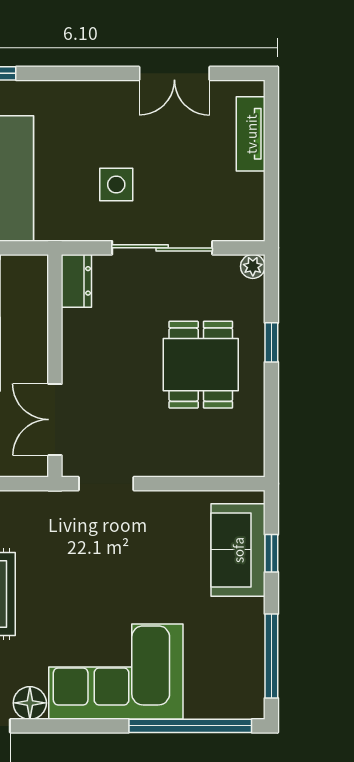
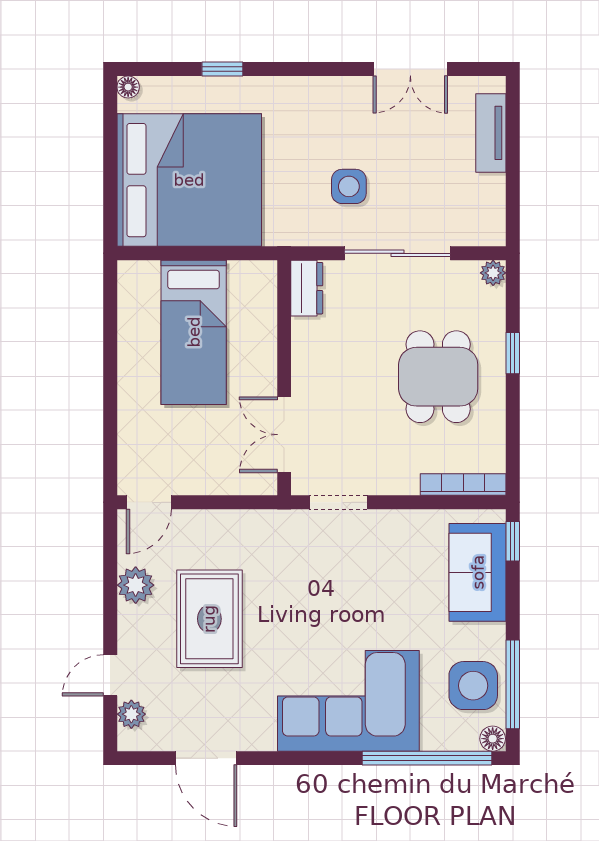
bookcase: (224, 467) -> (463, 485), added
window: (271, 553) -> (513, 541), moved
side table: (234, 657) -> (473, 686), added
floor lamp: (30, 703) -> (493, 739), moved, width x0.73, depth x0.73

